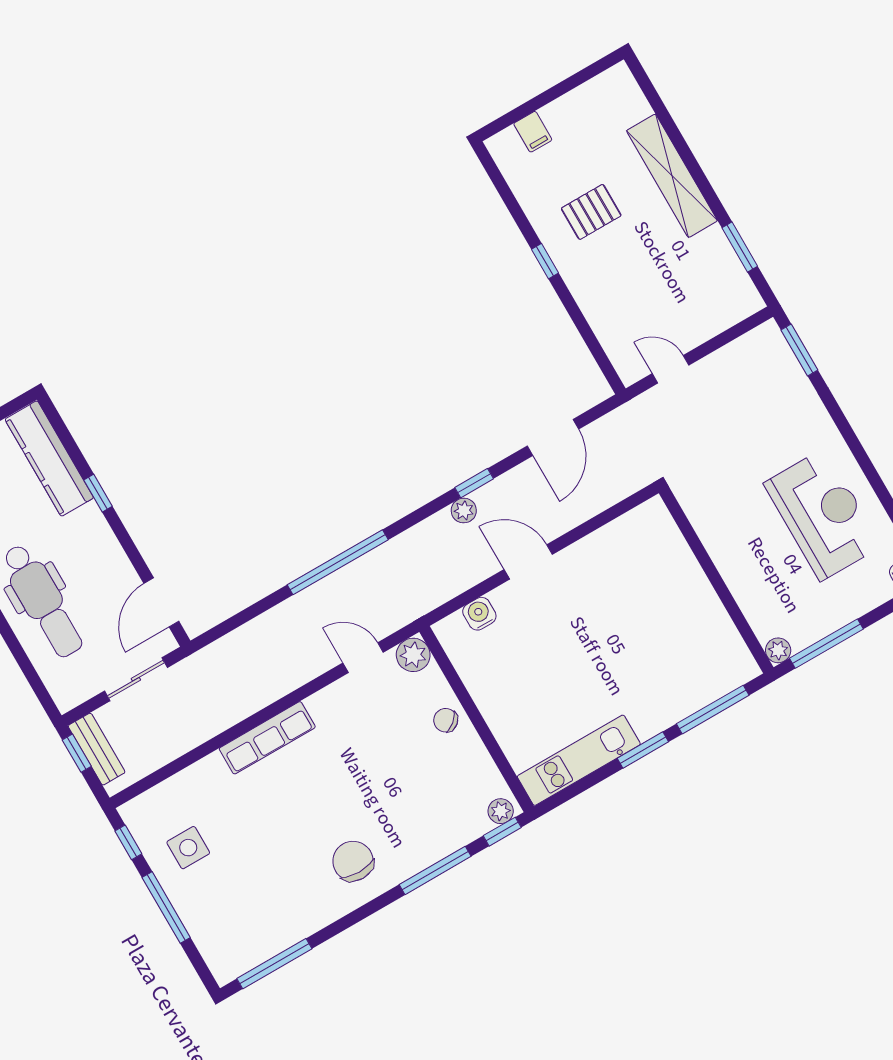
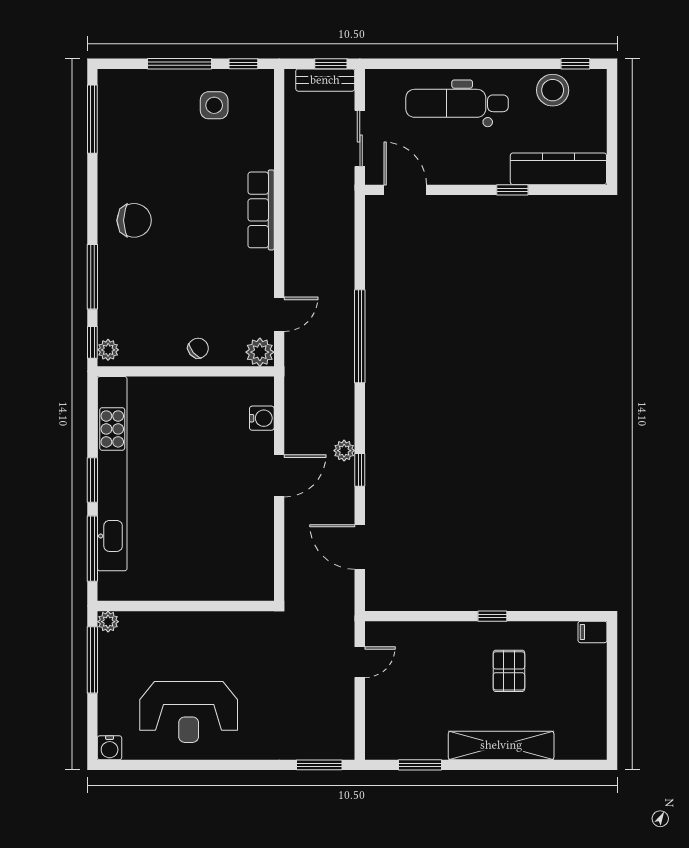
filing cabinet: (533, 132) -> (592, 632), moved
kitchen unit: (579, 760) -> (112, 474), width x1.86

